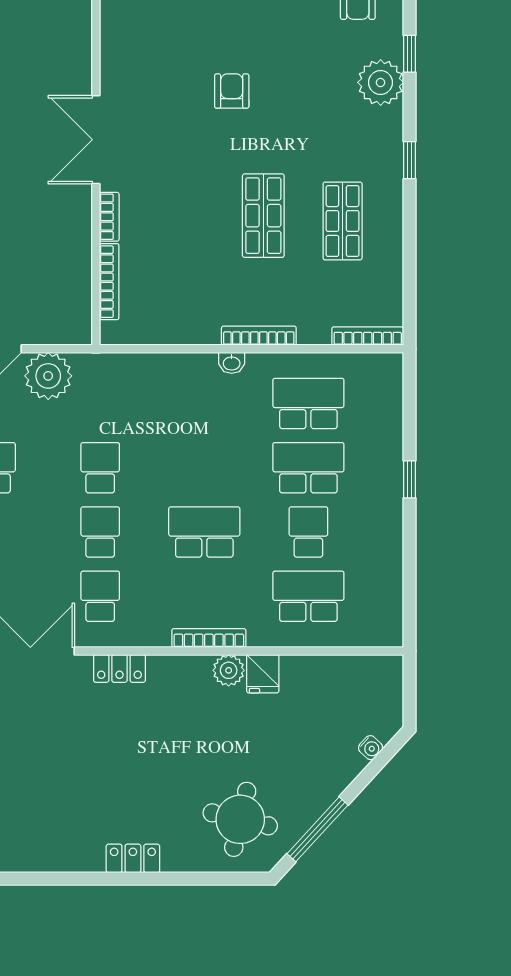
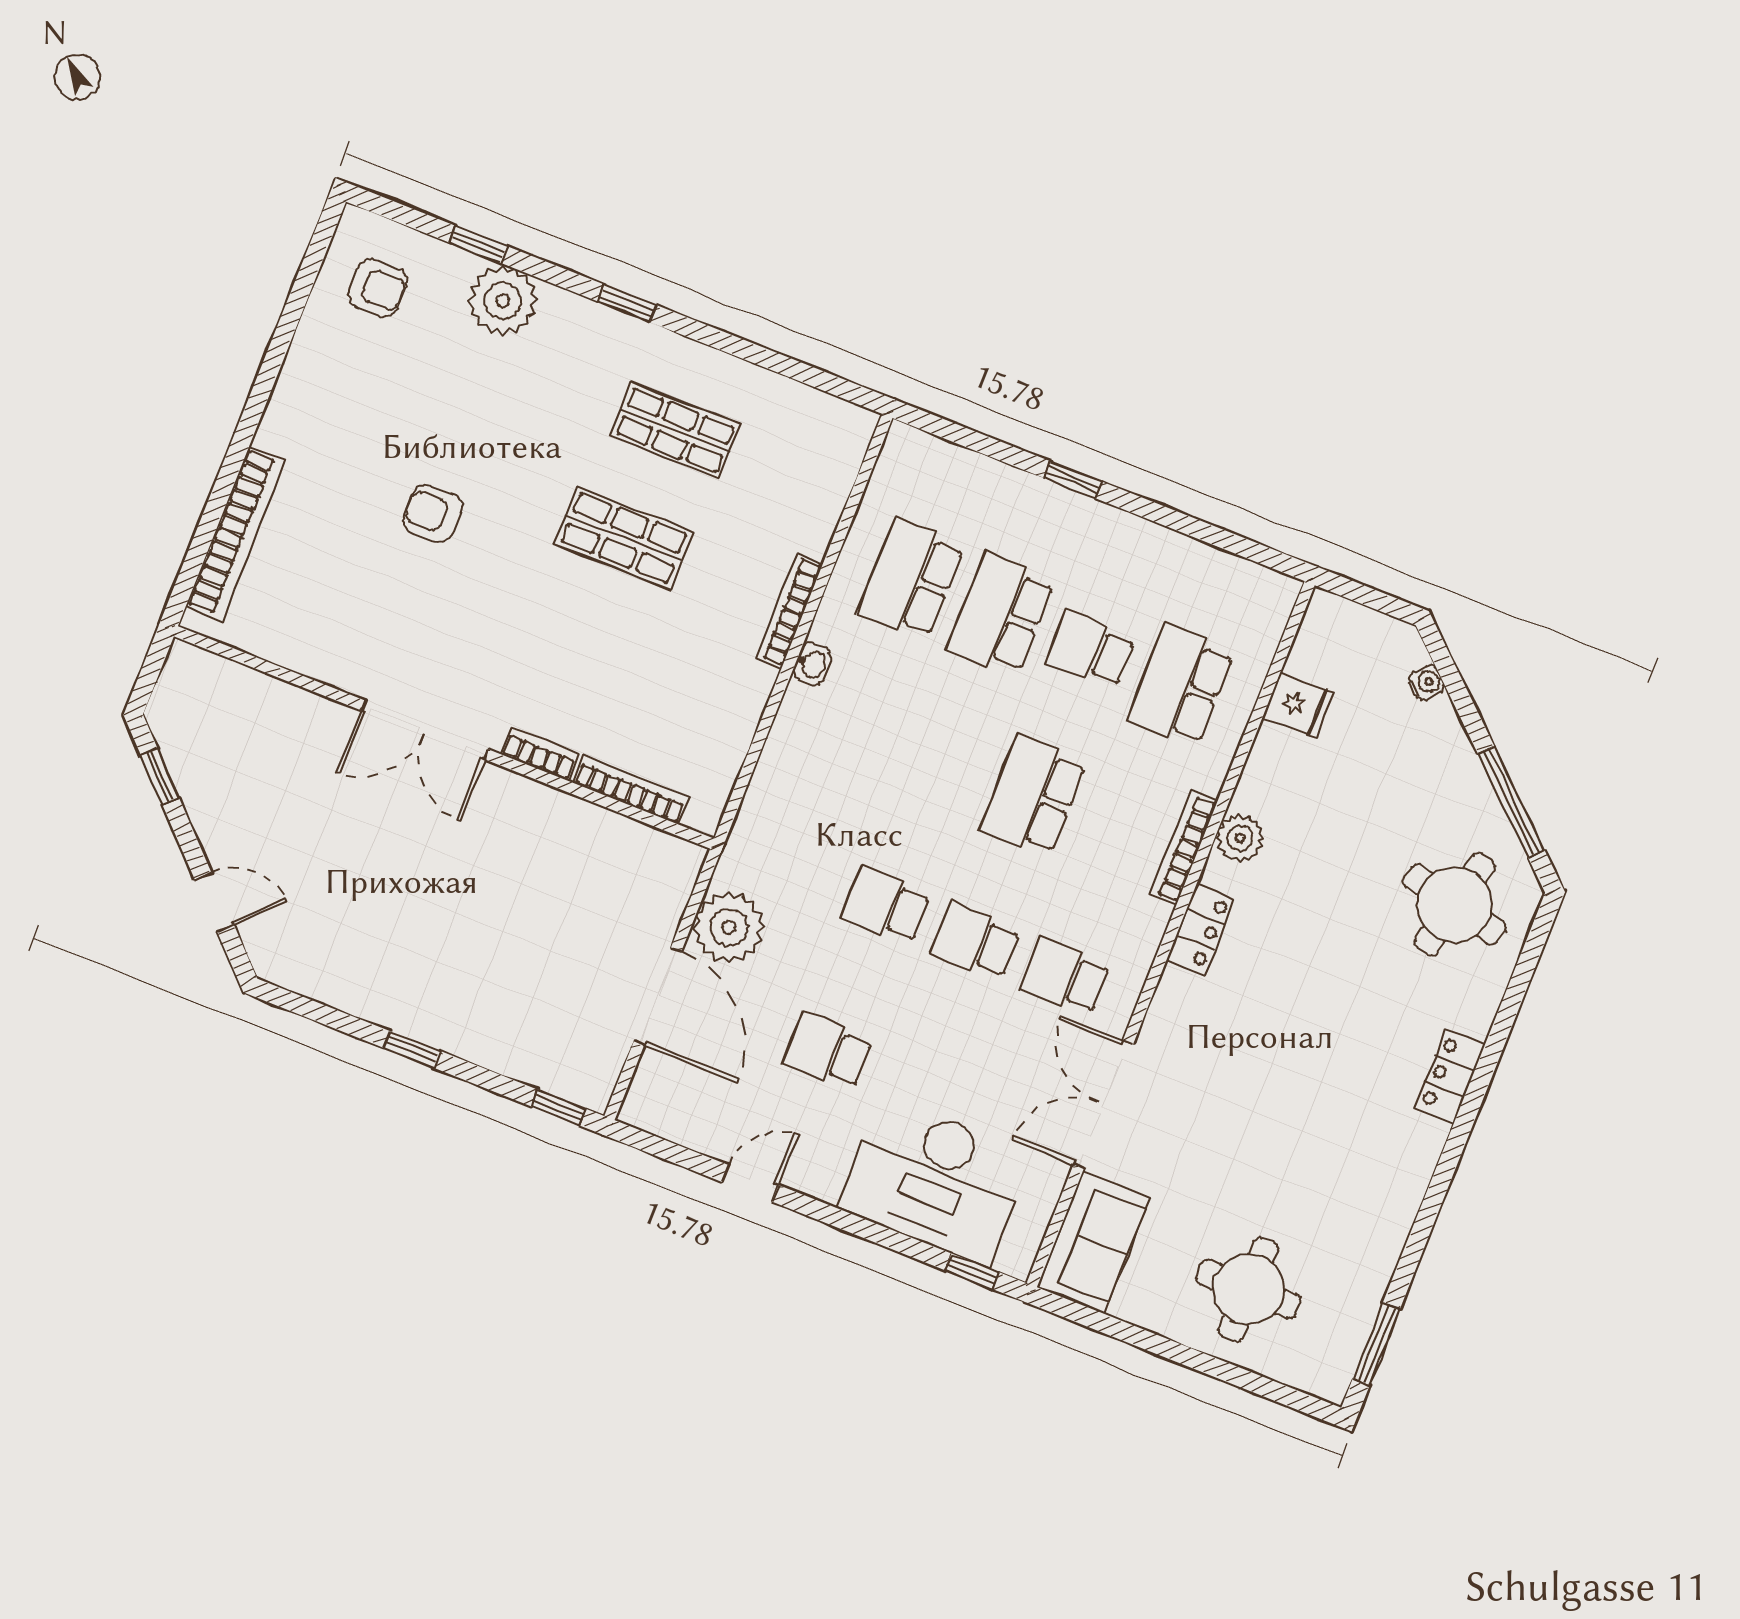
bookcase: (368, 336) -> (850, 459), removed
locker: (119, 668) -> (1201, 929), moved
fridge: (263, 674) -> (1298, 705), moved

